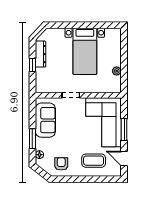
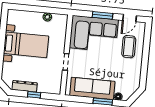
sofa: (45, 120) -> (92, 88), width x1.36
armchair: (61, 164) -> (129, 77), removed

